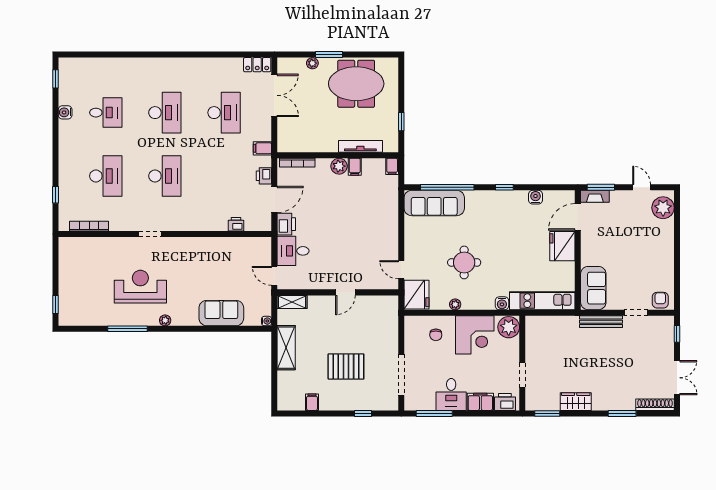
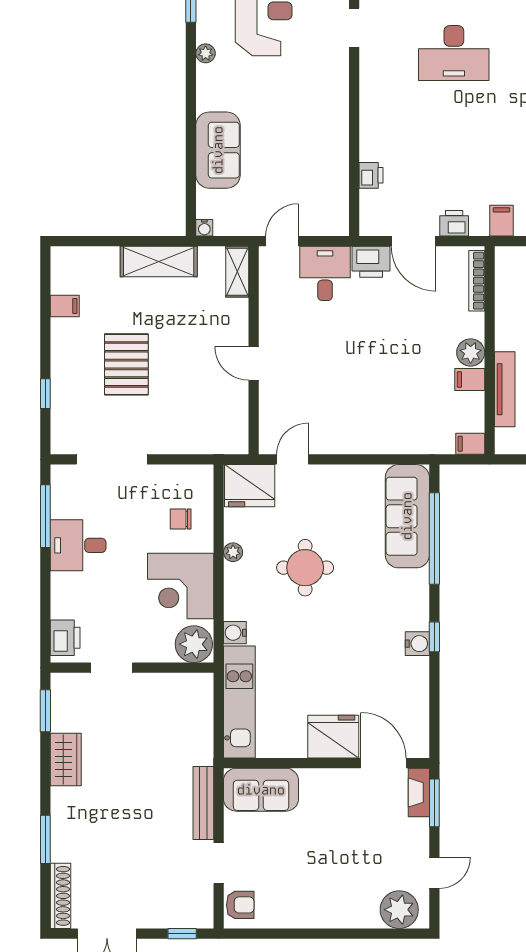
water cooler: (535, 197) -> (417, 644), moved
filing cabinet: (480, 402) -> (65, 595), removed

